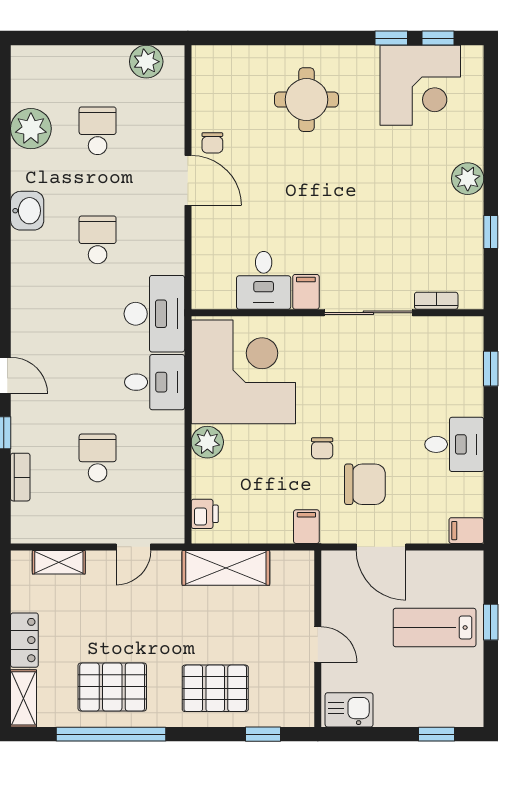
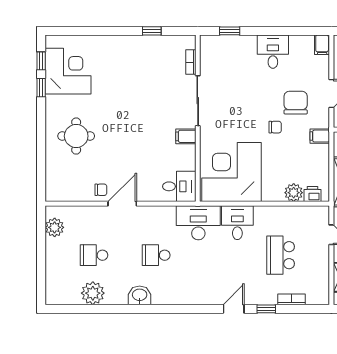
plant: (468, 179) -> (121, 44), removed
desk: (264, 280) -> (179, 186), moved
plant: (207, 442) -> (294, 193), moved
school desk: (98, 458) -> (281, 255), width x1.85

